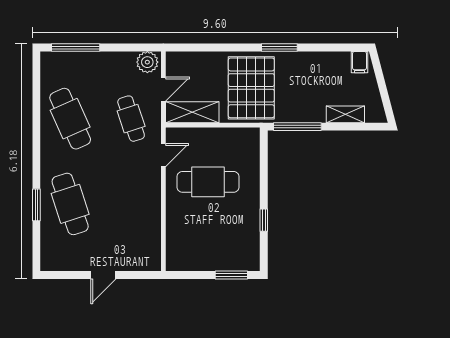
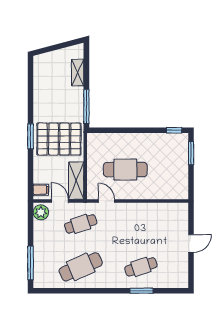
window: (279, 48) -> (31, 136), moved
filing cabinet: (360, 62) -> (41, 190), moved
cafe table: (208, 182) -> (125, 170), turned 90
cafe table: (70, 204) -> (141, 267), width x0.73, depth x0.74
window: (264, 220) -> (174, 130), moved
door: (103, 275) -> (191, 243), hinge flipped

